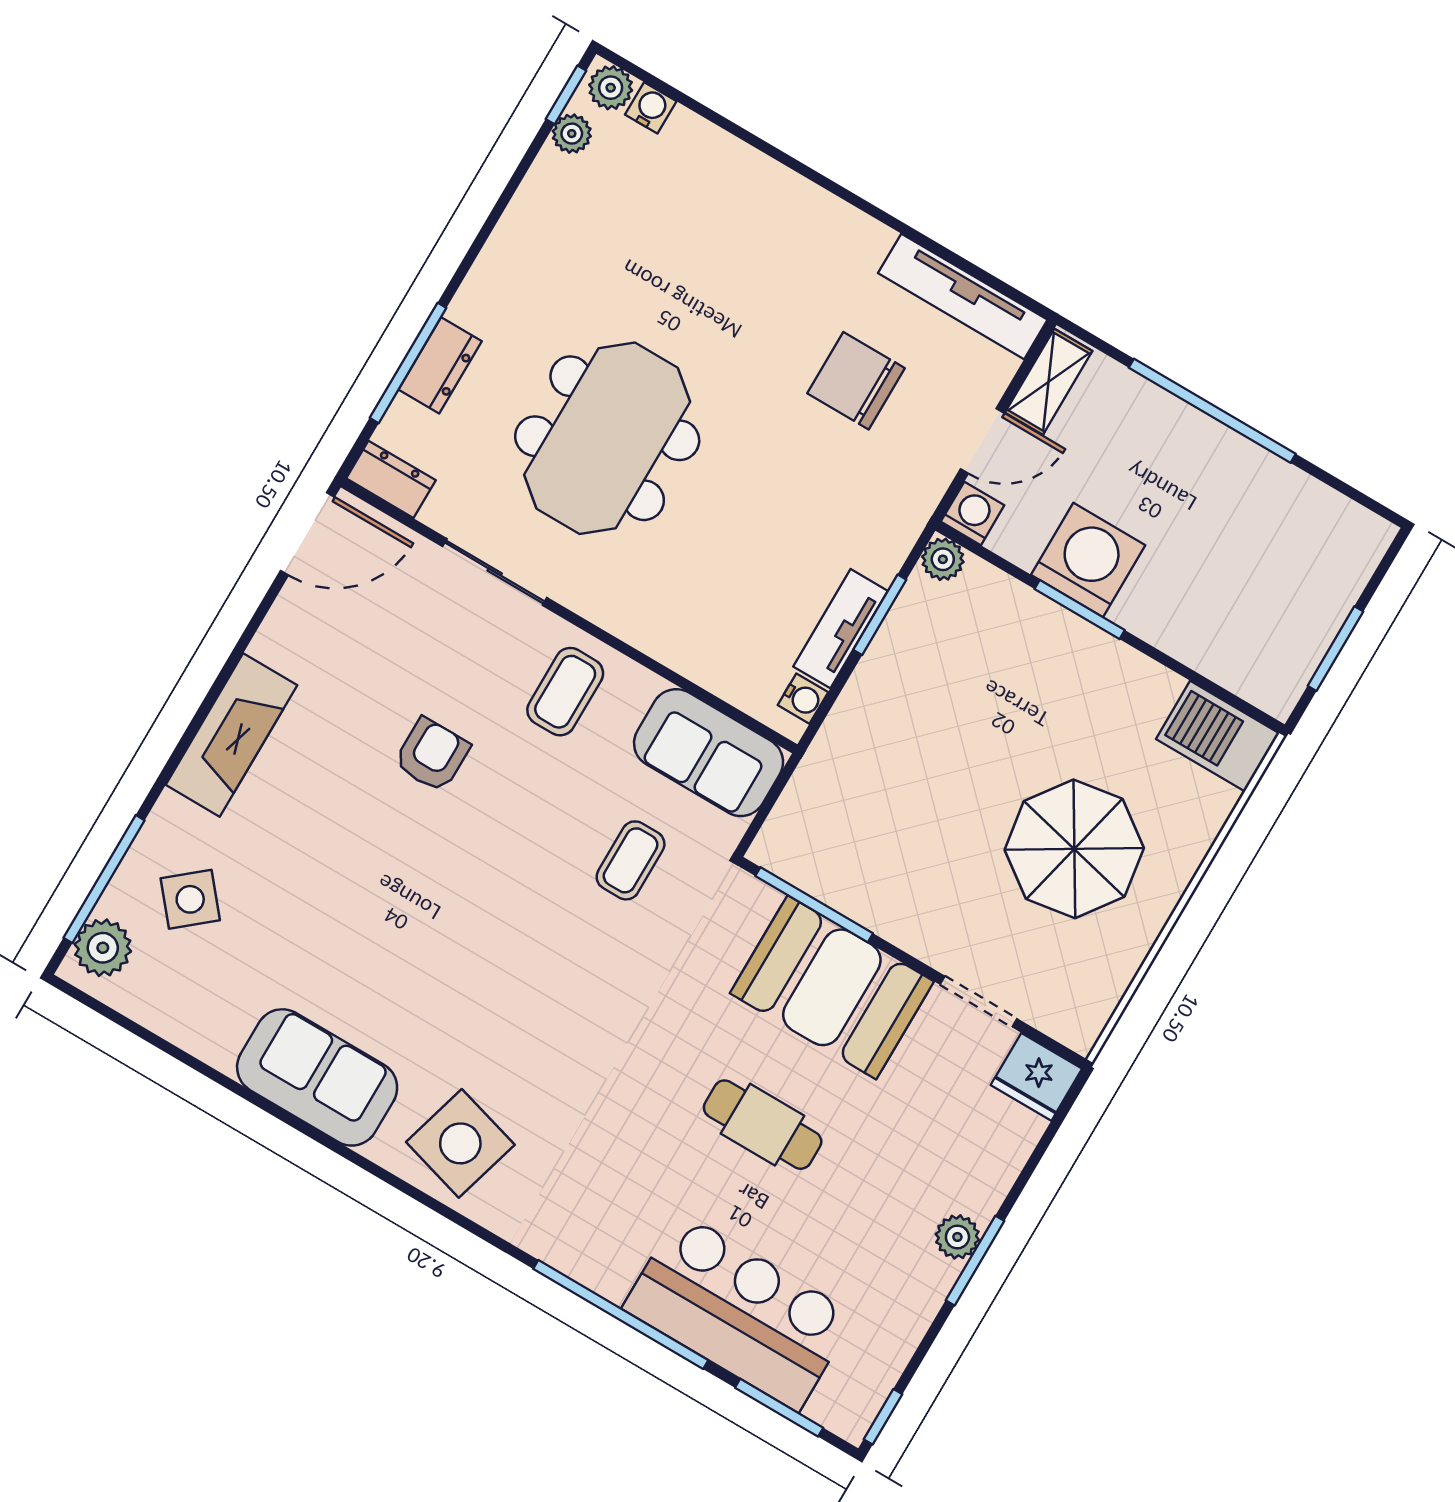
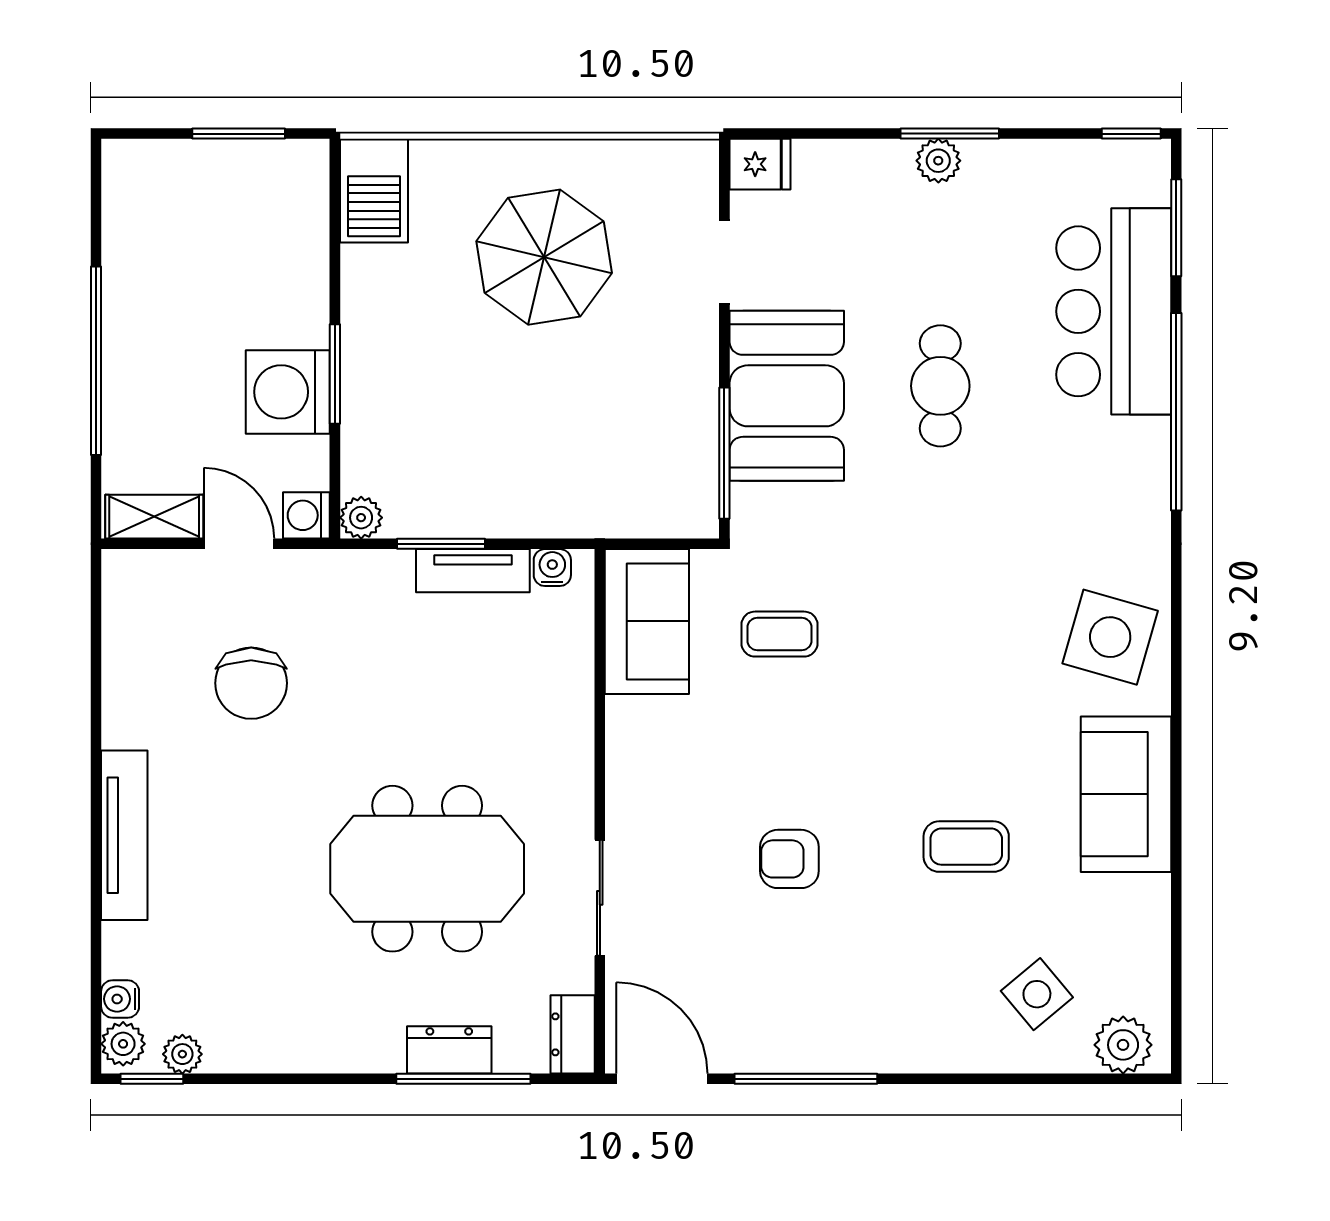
tv unit: (963, 296) -> (124, 835), moved
coffee table: (565, 692) -> (966, 847), moved
fireplace: (231, 735) -> (874, 1042), removed
window: (104, 879) -> (806, 1079), moved
fridge: (1036, 1077) -> (760, 164), width x0.72

